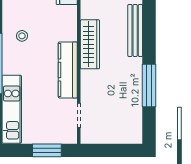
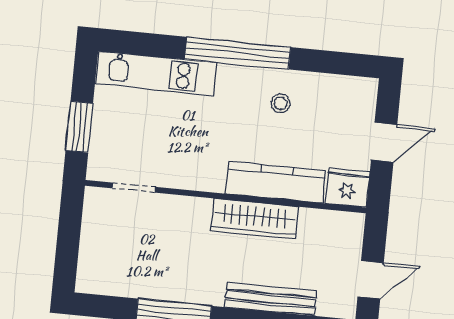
kitchen counter: (68, 70) -> (276, 182), moved

